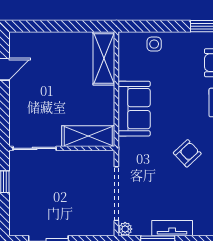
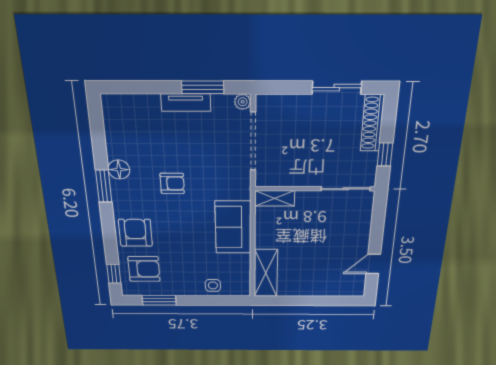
shelving: (88, 136) -> (275, 198), width x0.67, depth x0.75
armchair: (187, 153) -> (172, 183), turned -137
shoe rack: (17, 210) -> (372, 123), added

